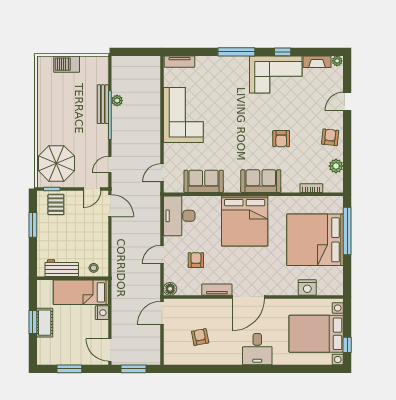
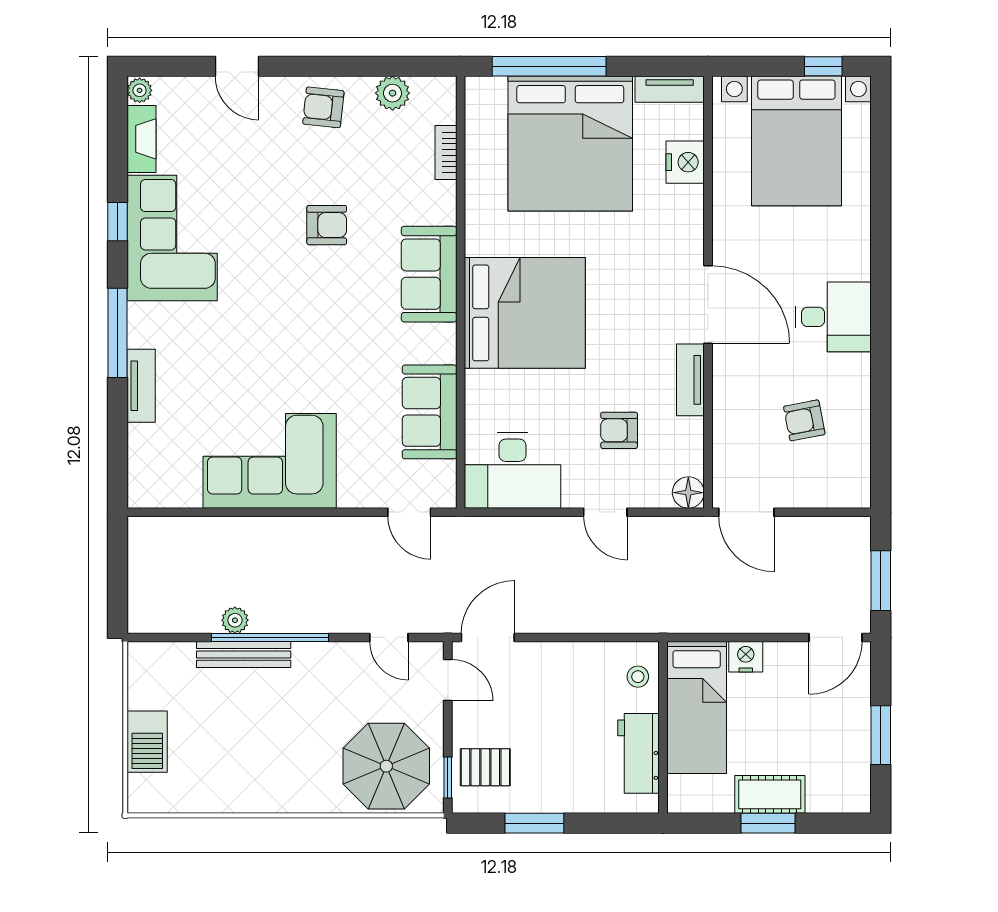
tv unit: (180, 62) -> (141, 386), moved
tv unit: (338, 281) -> (670, 89), added
desk: (257, 349) -> (833, 317), moved

